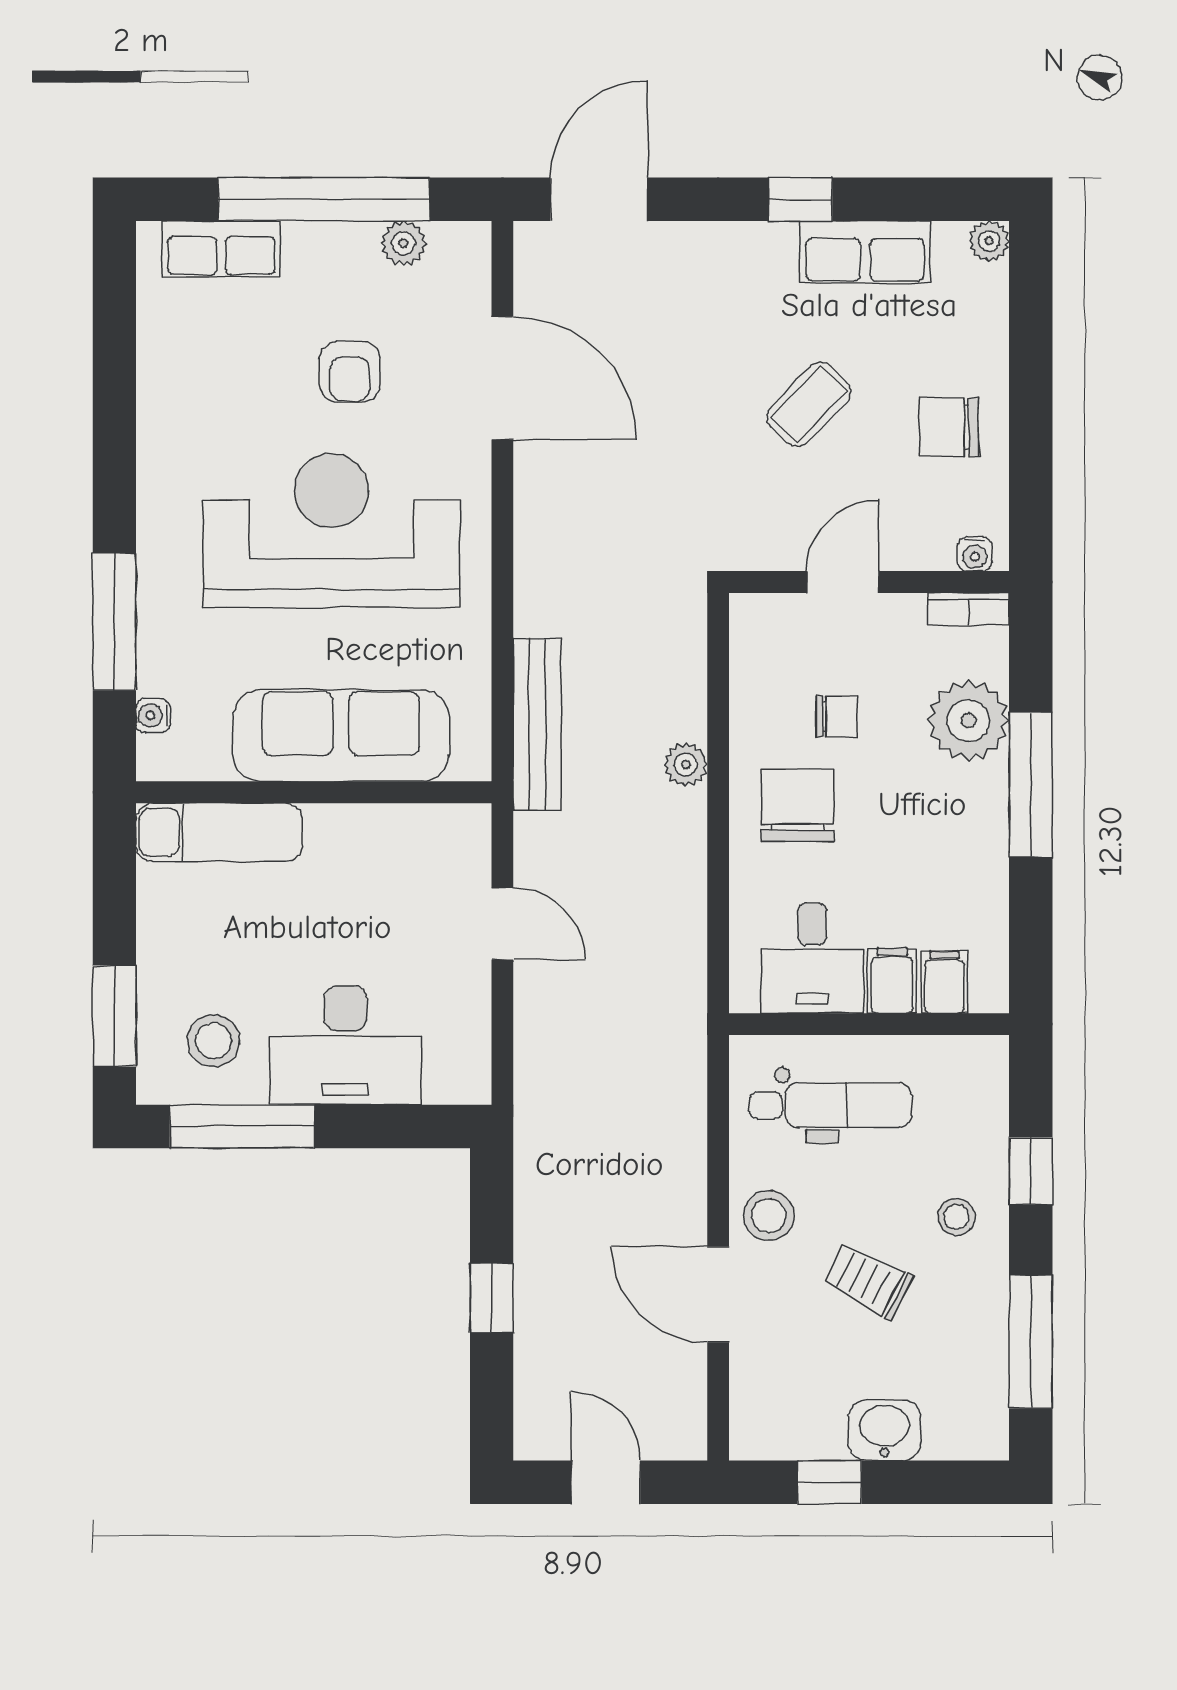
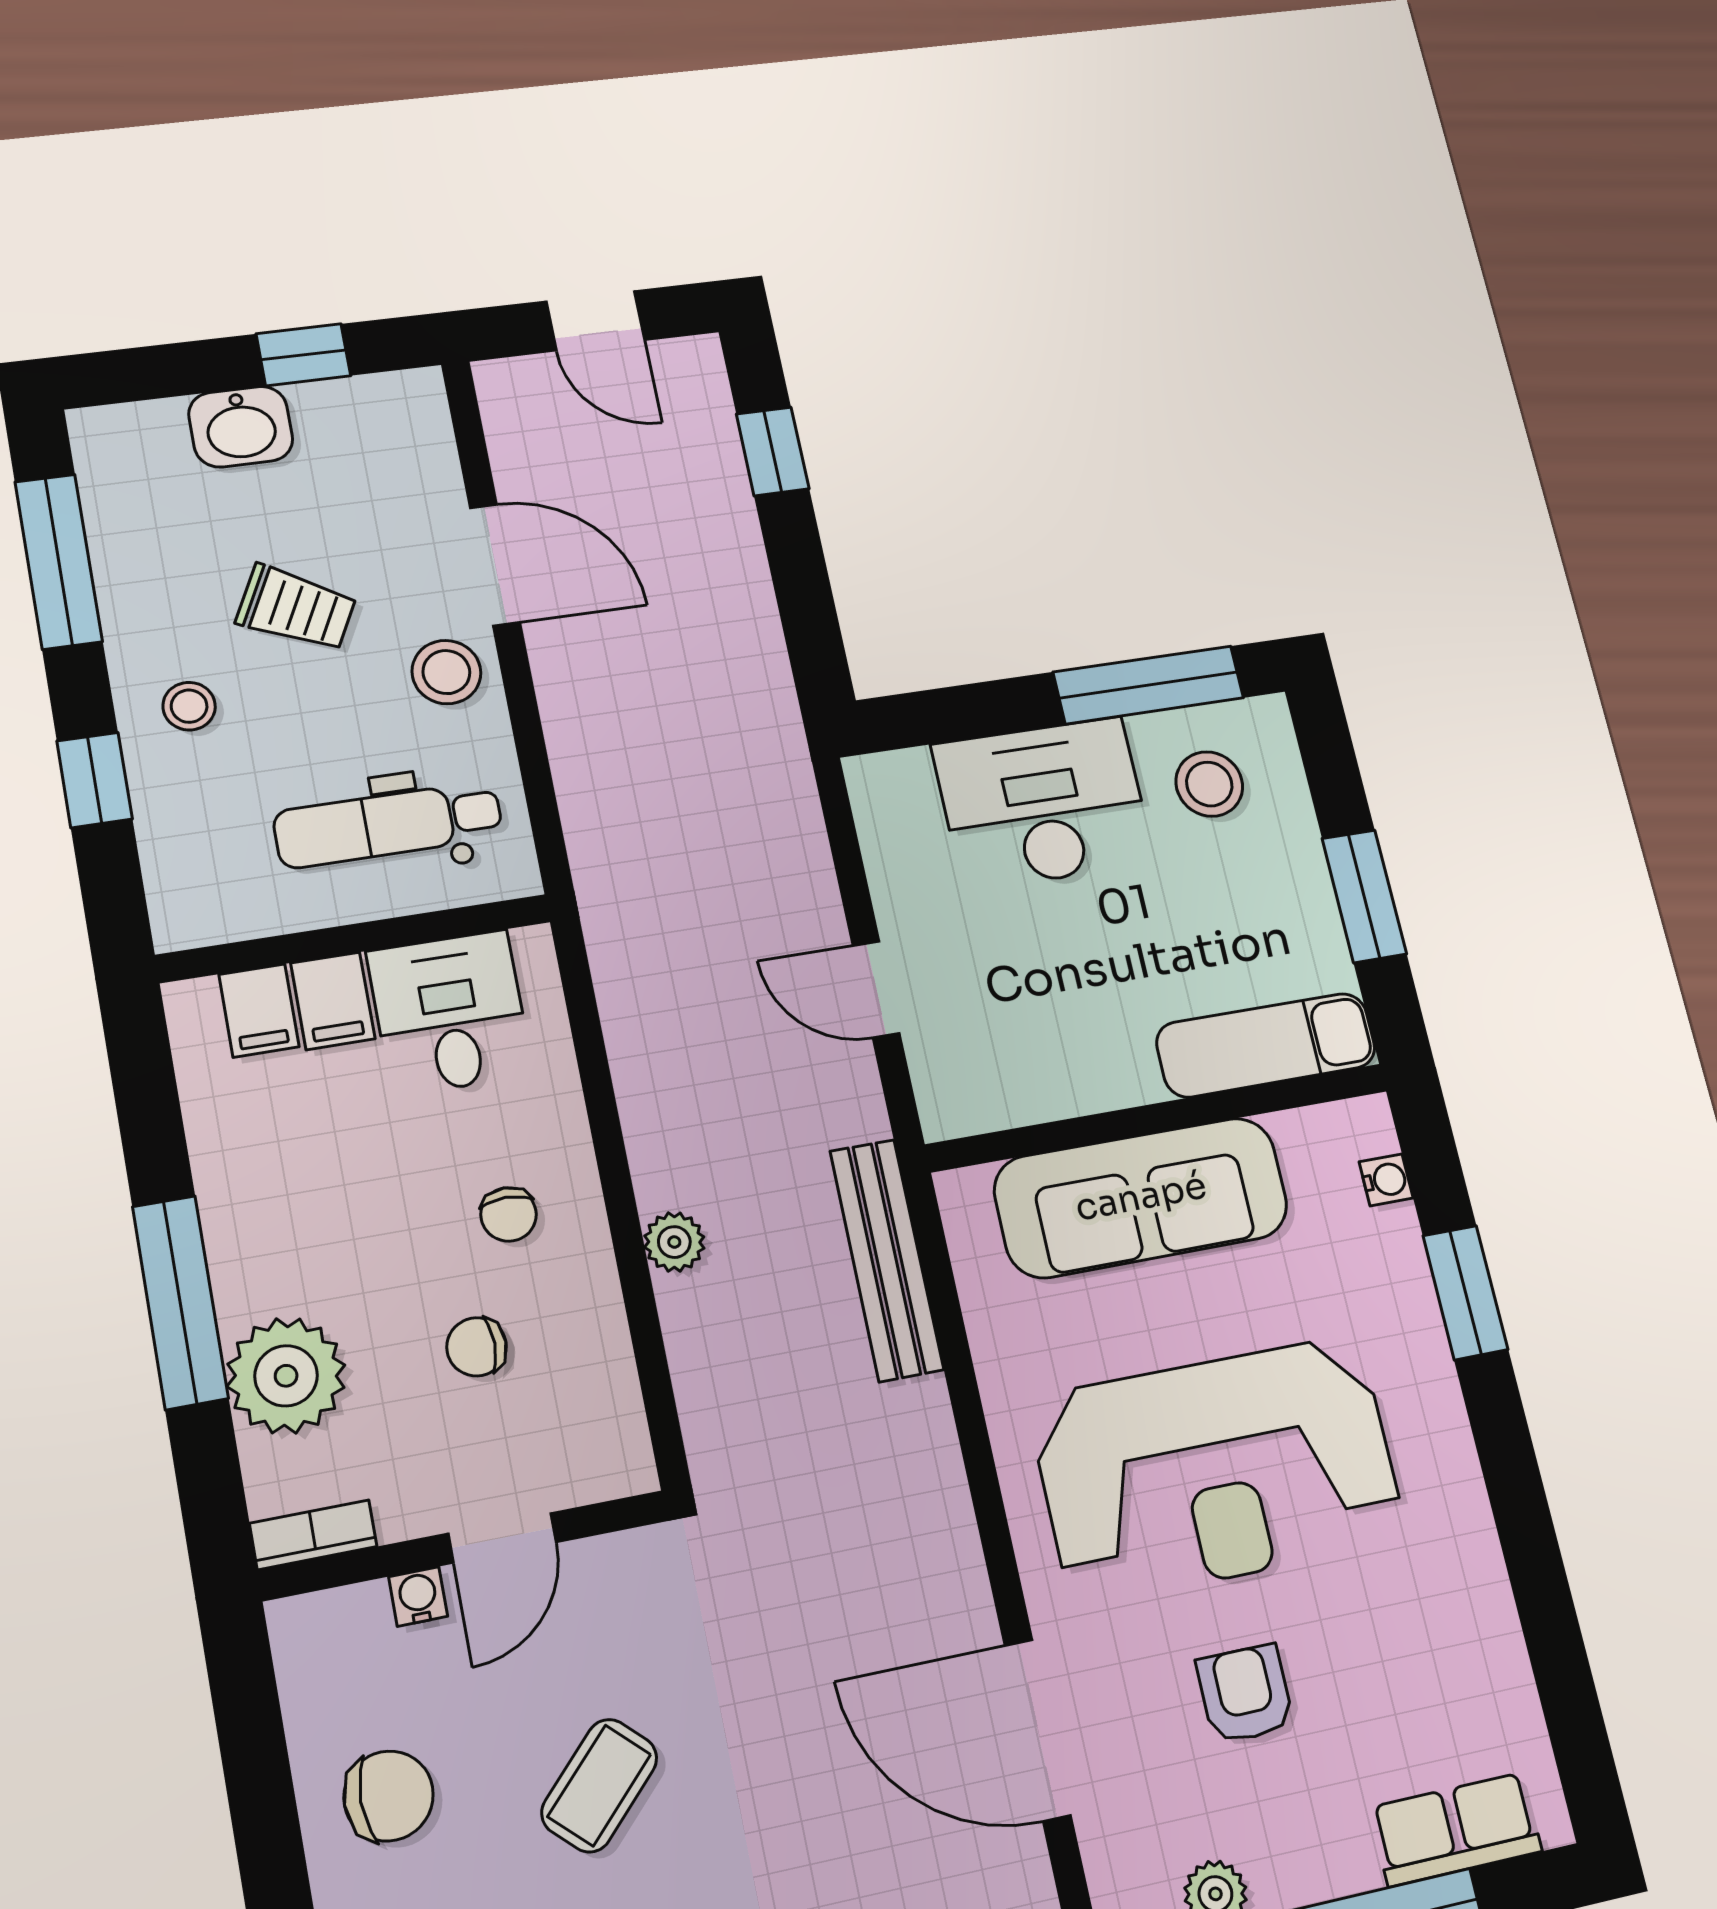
water cooler: (975, 554) -> (418, 1596), moved
window: (114, 622) -> (1465, 1293), width x0.69
chair: (798, 805) -> (508, 1214), width x0.54, depth x0.54
window: (114, 1016) -> (1364, 896), moved
window: (492, 1298) -> (773, 451), moved

